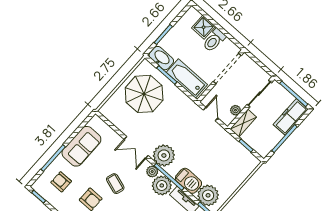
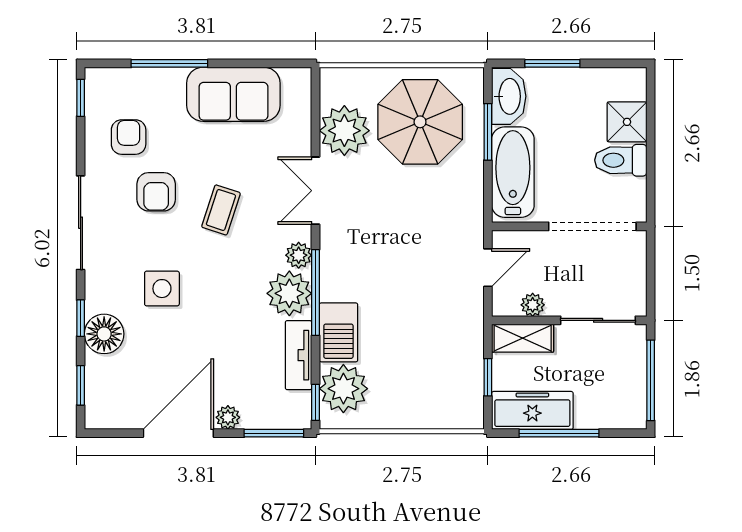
freezer: (291, 117) -> (532, 410), moved
plant: (164, 155) -> (344, 131), moved
armchair: (61, 182) -> (129, 137), moved

